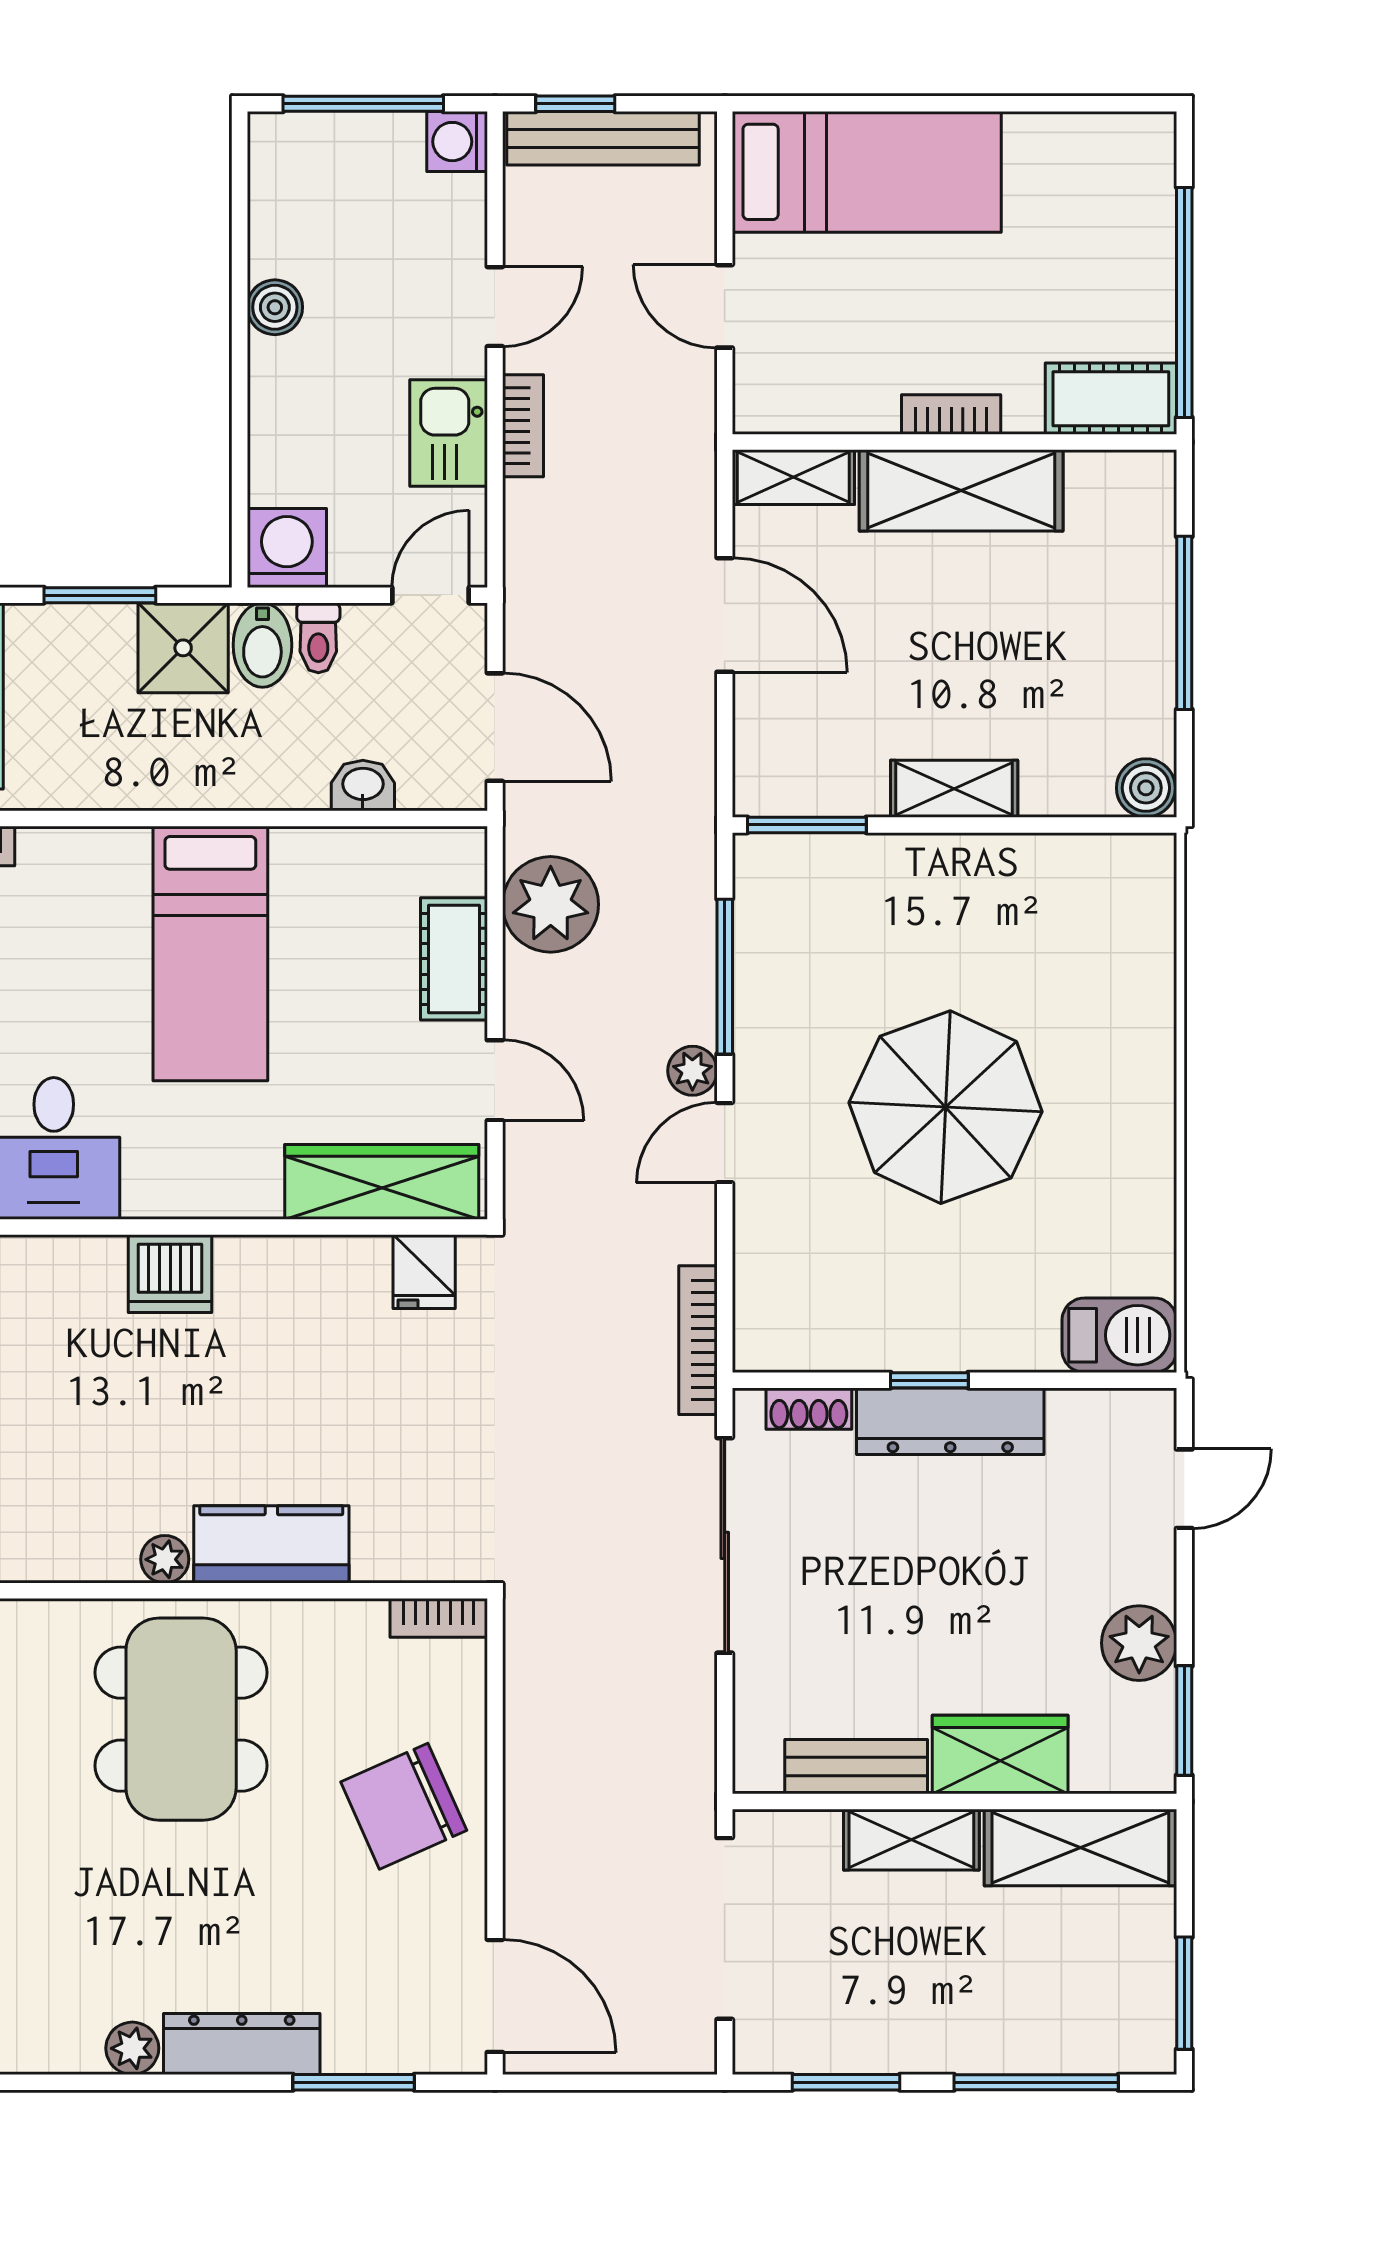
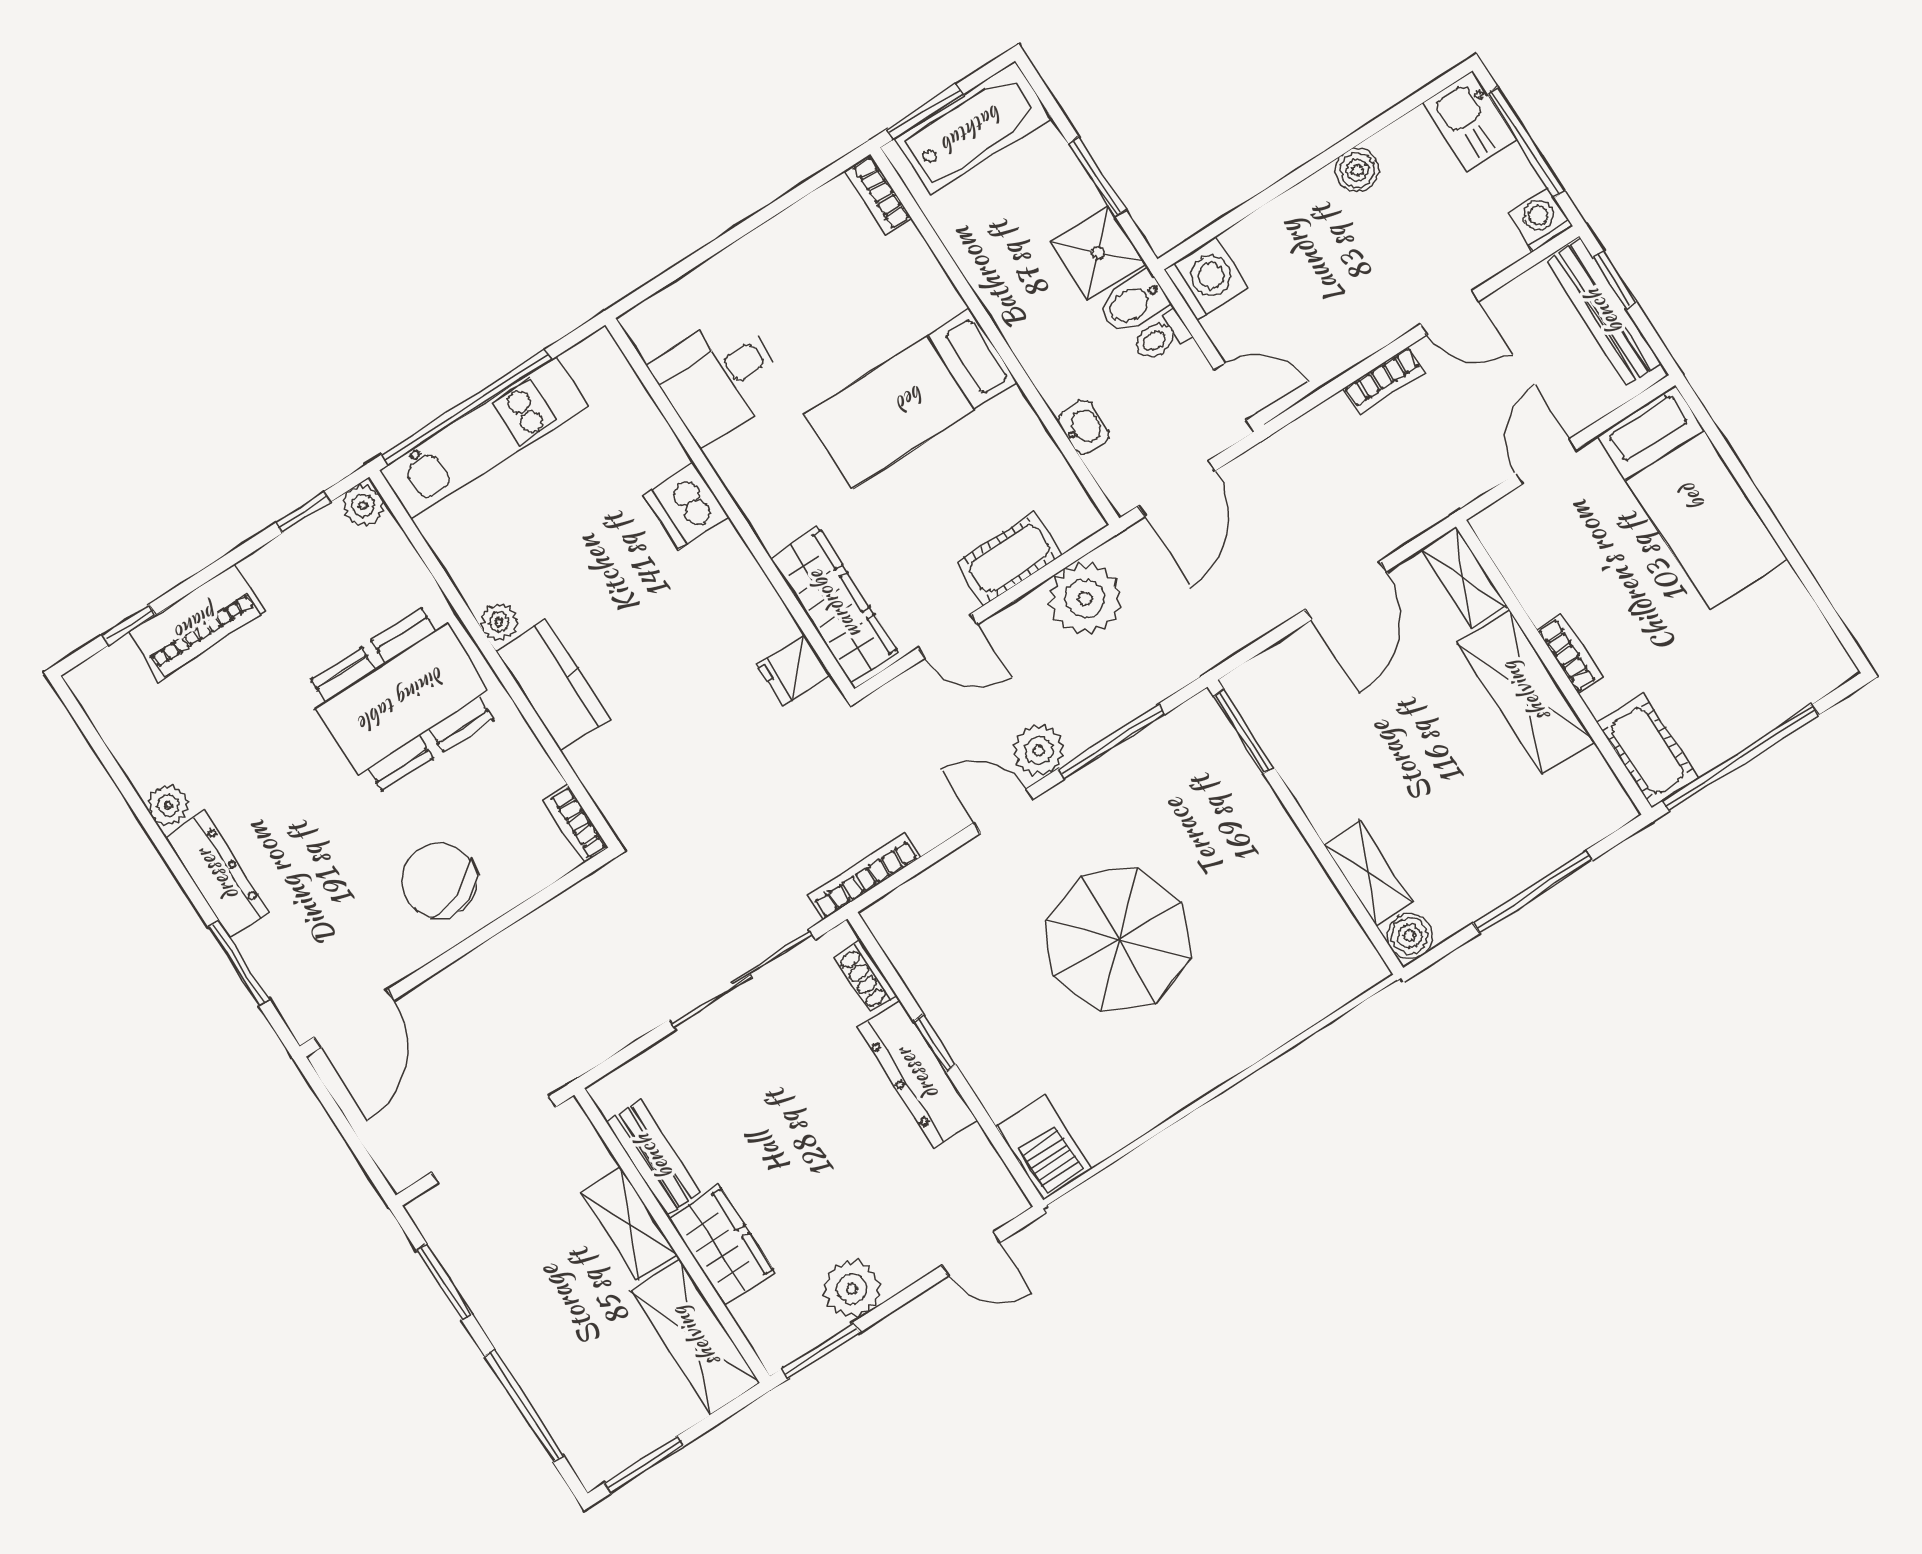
kitchen sink: (449, 433) -> (1470, 121), moved, turned -90
shelving: (954, 789) -> (1368, 873), moved
plant: (692, 1071) -> (1039, 750), width x1.38, depth x1.38
door: (495, 1080) -> (948, 636), hinge flipped

